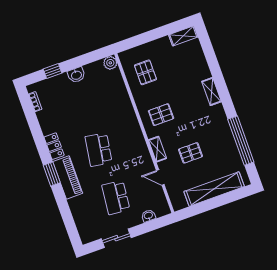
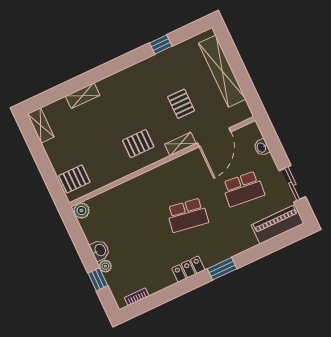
pallet: (145, 72) -> (74, 179), moved
plant: (63, 78) -> (105, 266), added
shelving: (211, 92) -> (83, 96), moved
pallet: (161, 115) -> (138, 144), turned 90
window: (241, 141) -> (161, 44), width x0.32
piano: (68, 177) -> (277, 224), moved
door: (160, 177) -> (214, 137), width x1.88

